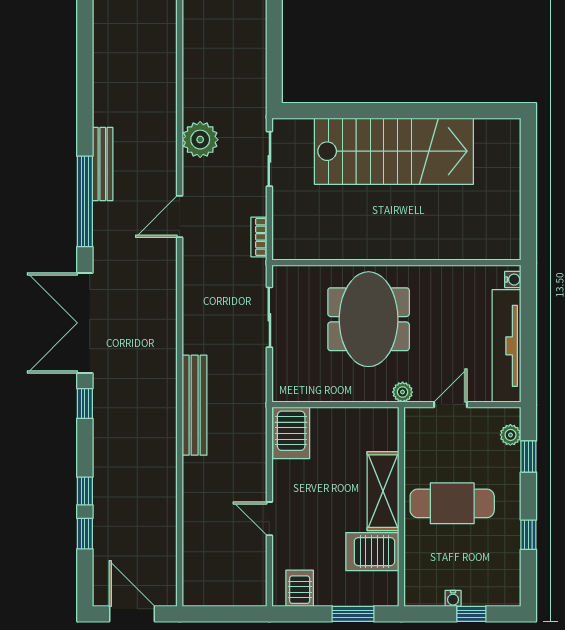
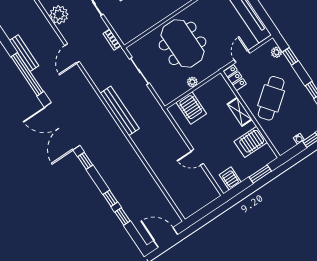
plant: (403, 392) -> (192, 82), moved
bench: (195, 405) -> (120, 111), moved
locker: (416, 431) -> (235, 78), added
server rack: (291, 433) -> (191, 108), moved
shelving: (383, 491) -> (240, 112), width x0.67, depth x0.75
cafe table: (452, 503) -> (271, 98), turned -38

